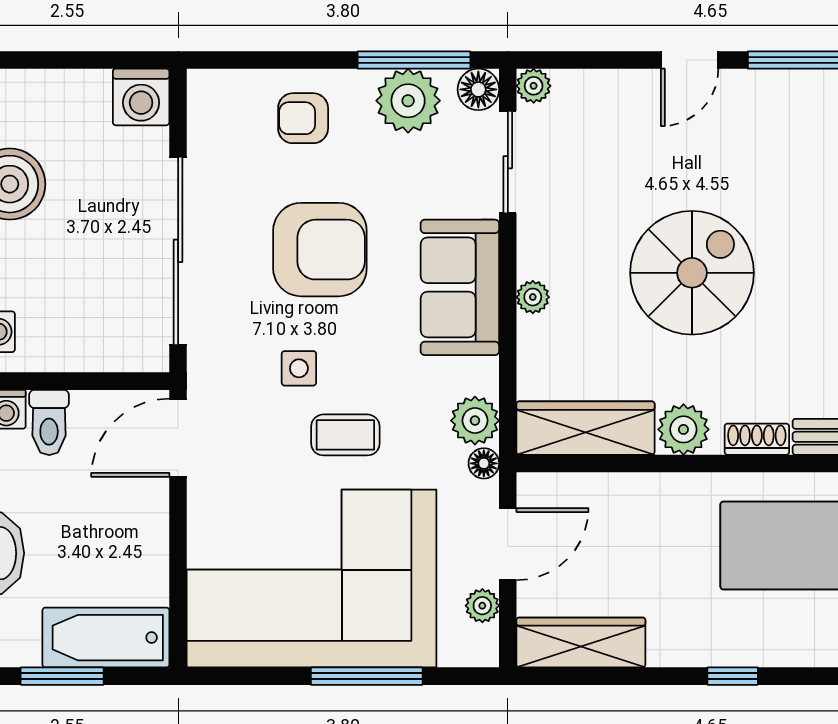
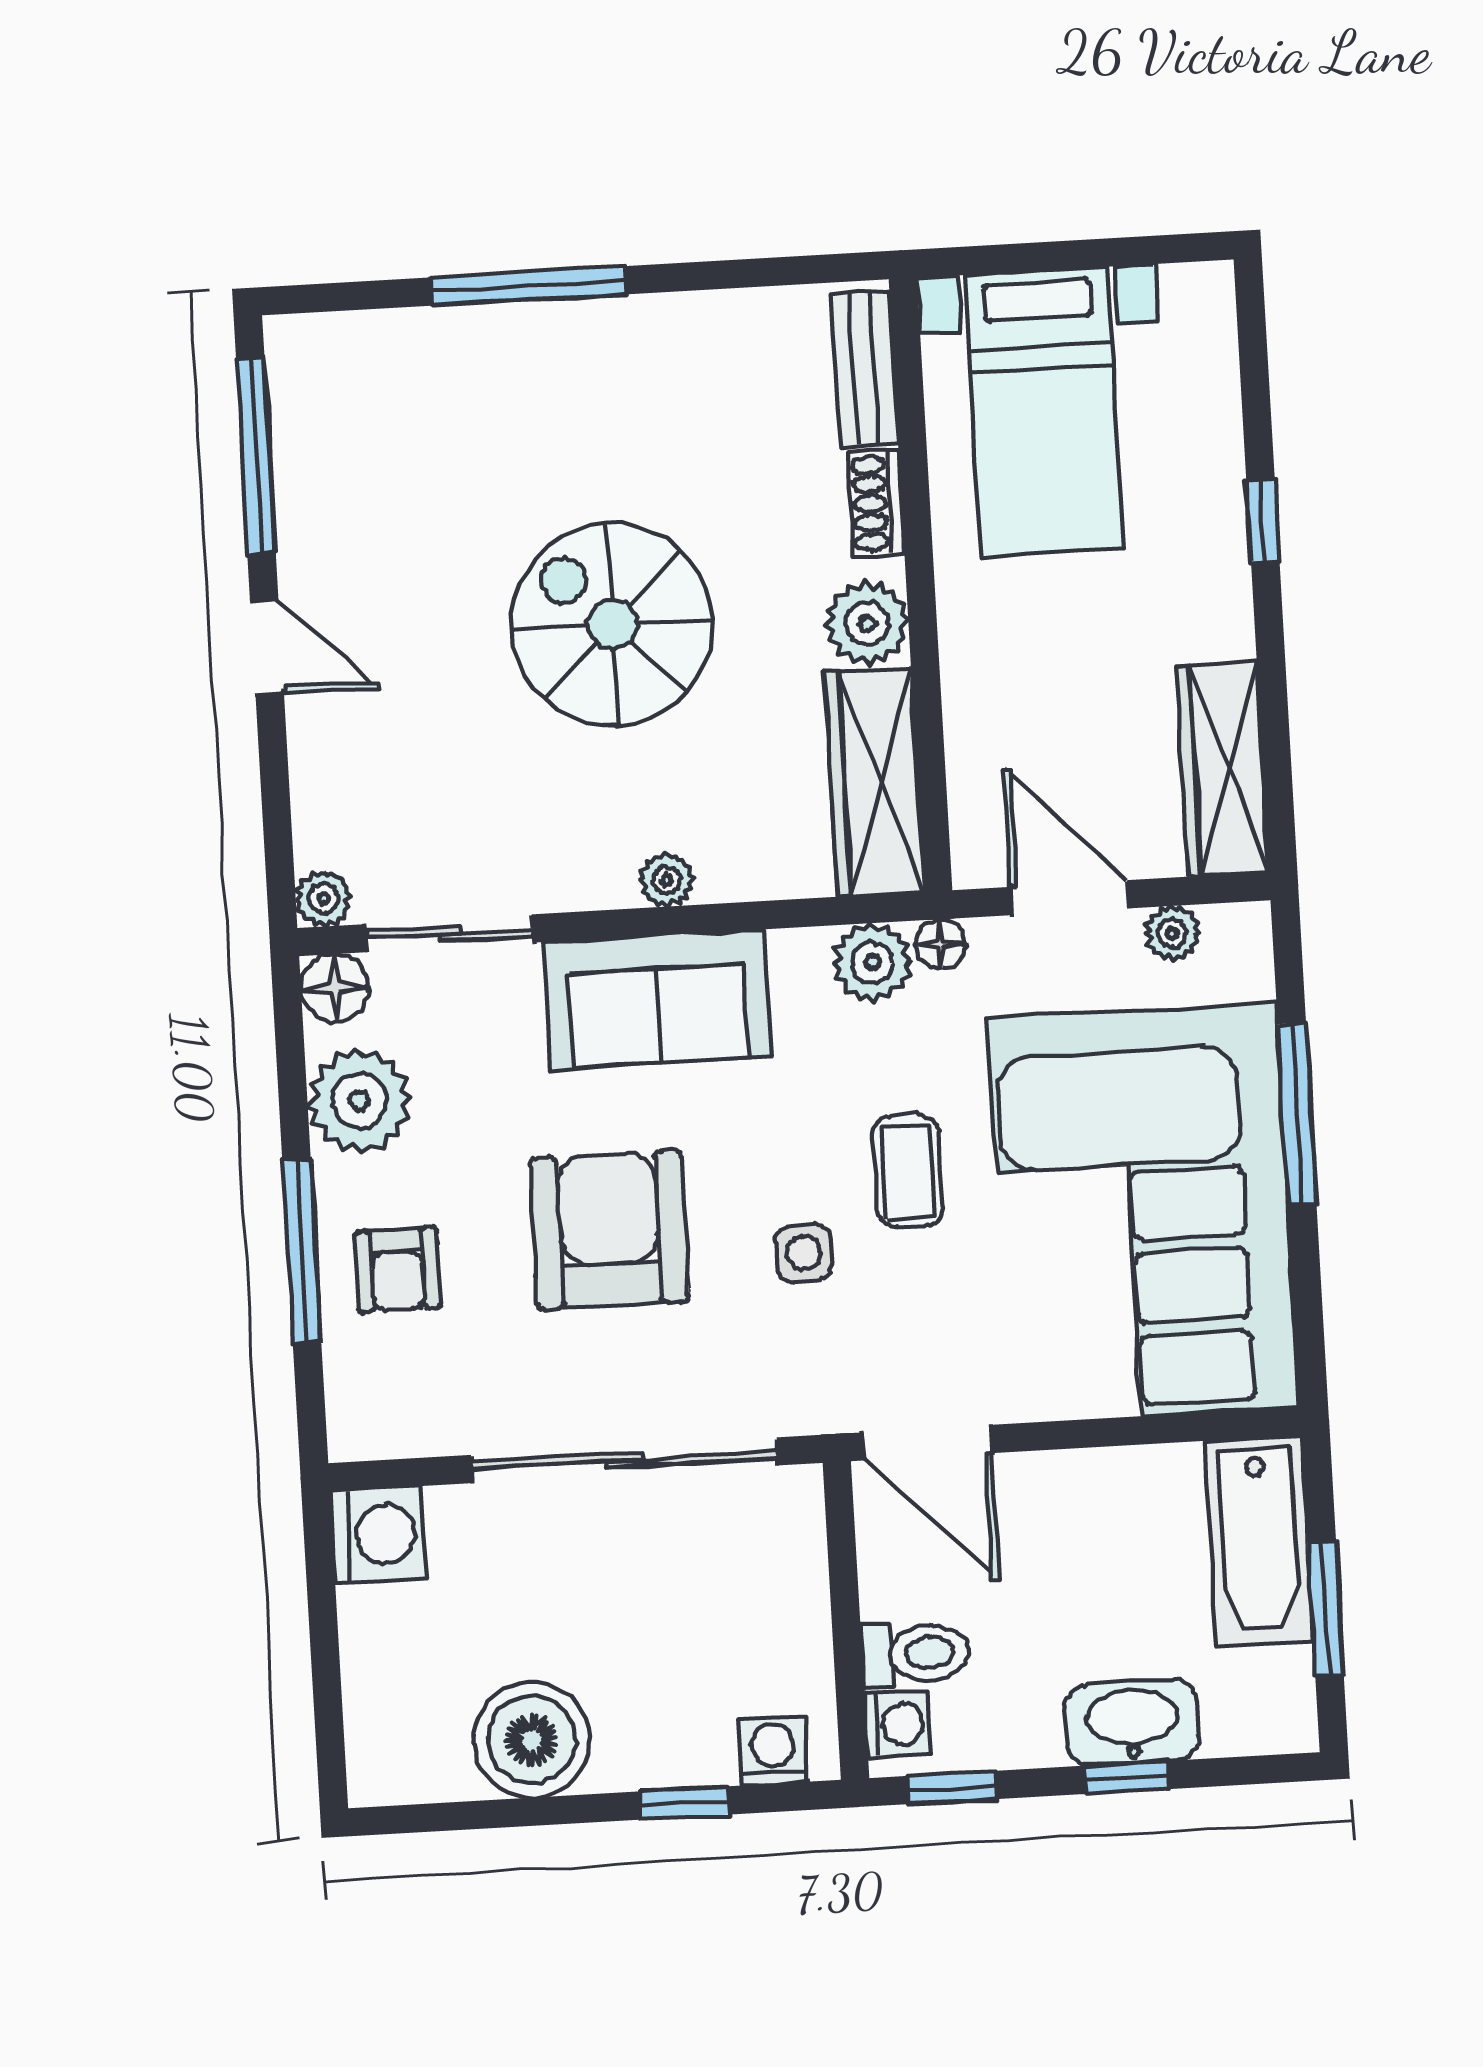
window: (414, 60) -> (302, 1251), moved

